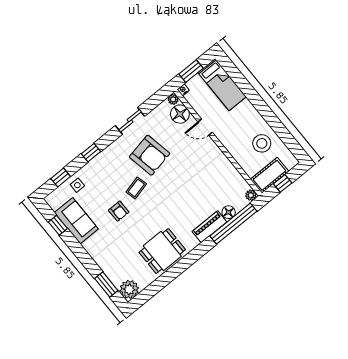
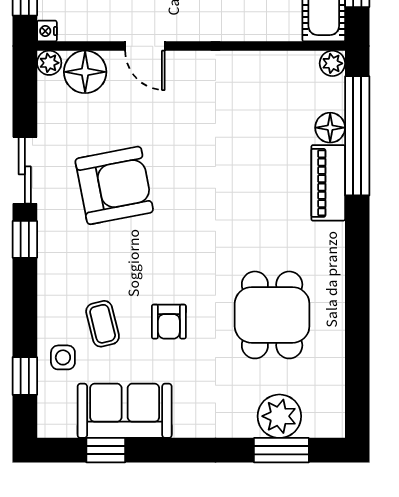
door: (205, 127) -> (145, 46), hinge flipped
window: (91, 153) -> (25, 239), moved
coffee table: (136, 188) -> (103, 324), moved
armchair: (119, 211) -> (169, 322), turned 90
dining table: (162, 251) -> (272, 315), moved
plant: (129, 289) -> (279, 416), moved

